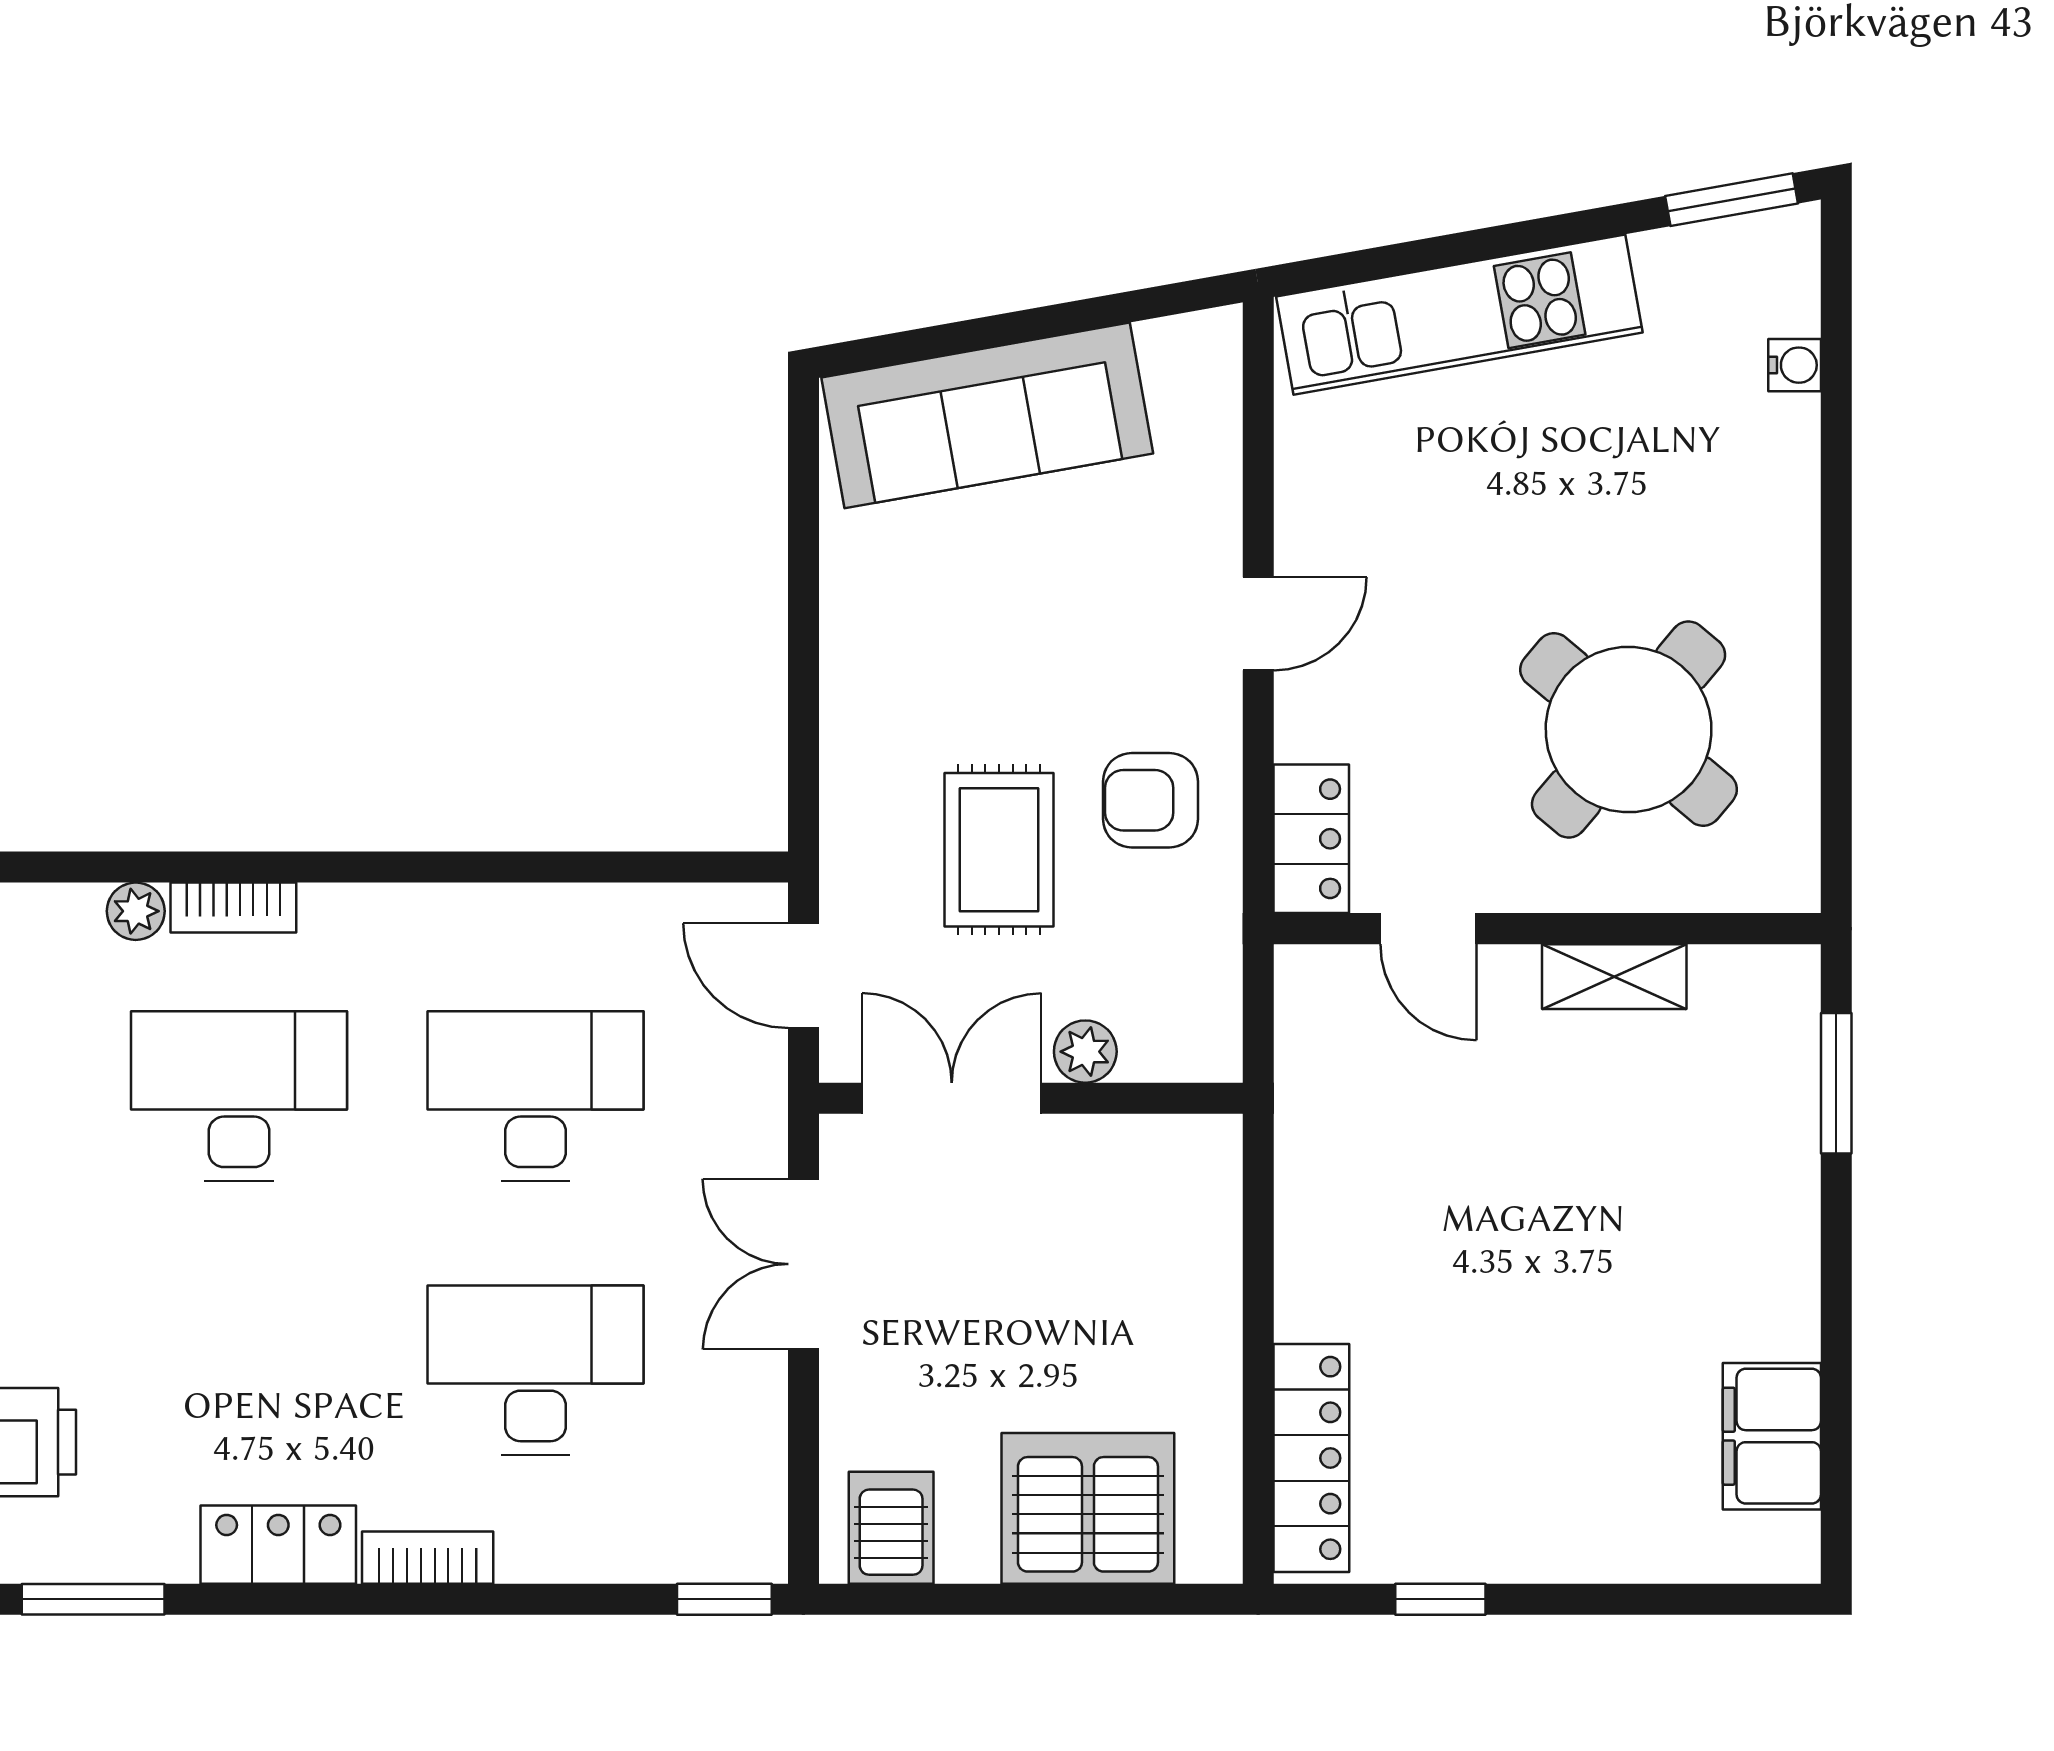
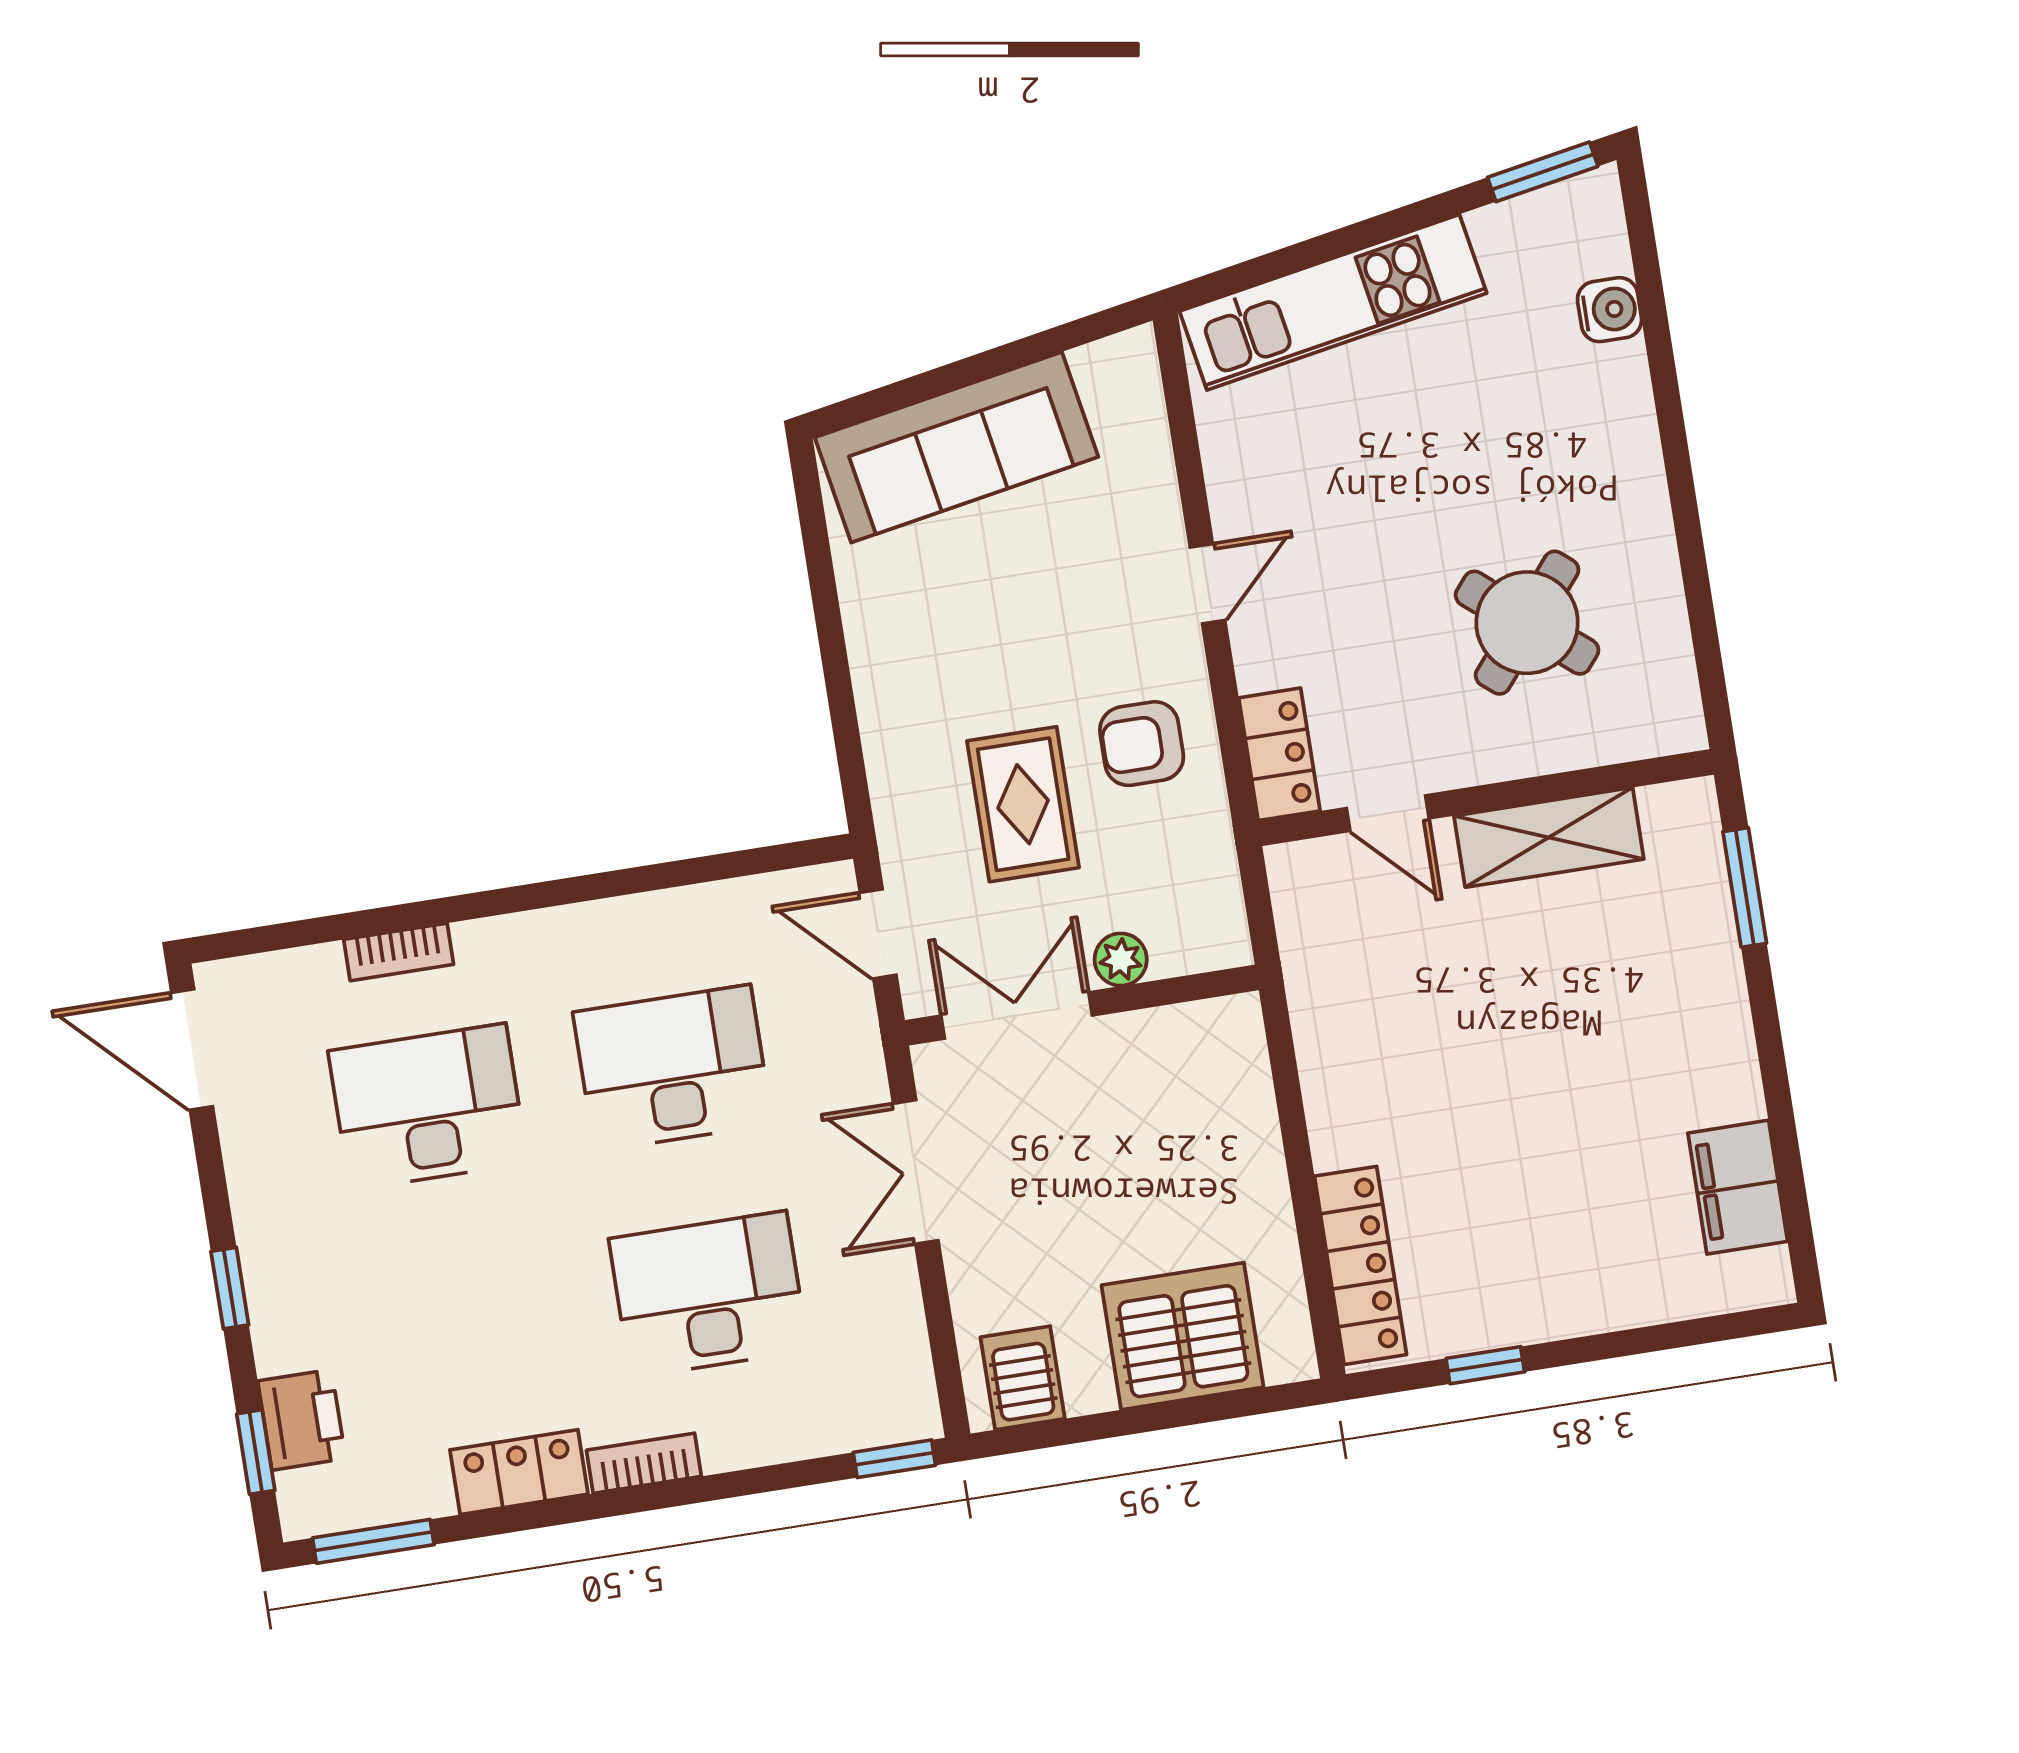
water cooler: (1795, 365) -> (1610, 310), width x1.38, depth x1.38
round table: (1629, 730) -> (1527, 623), width x0.73, depth x0.73
plant: (136, 911) -> (318, 968), removed
shelving: (1614, 977) -> (1549, 837), width x1.50, depth x1.33

